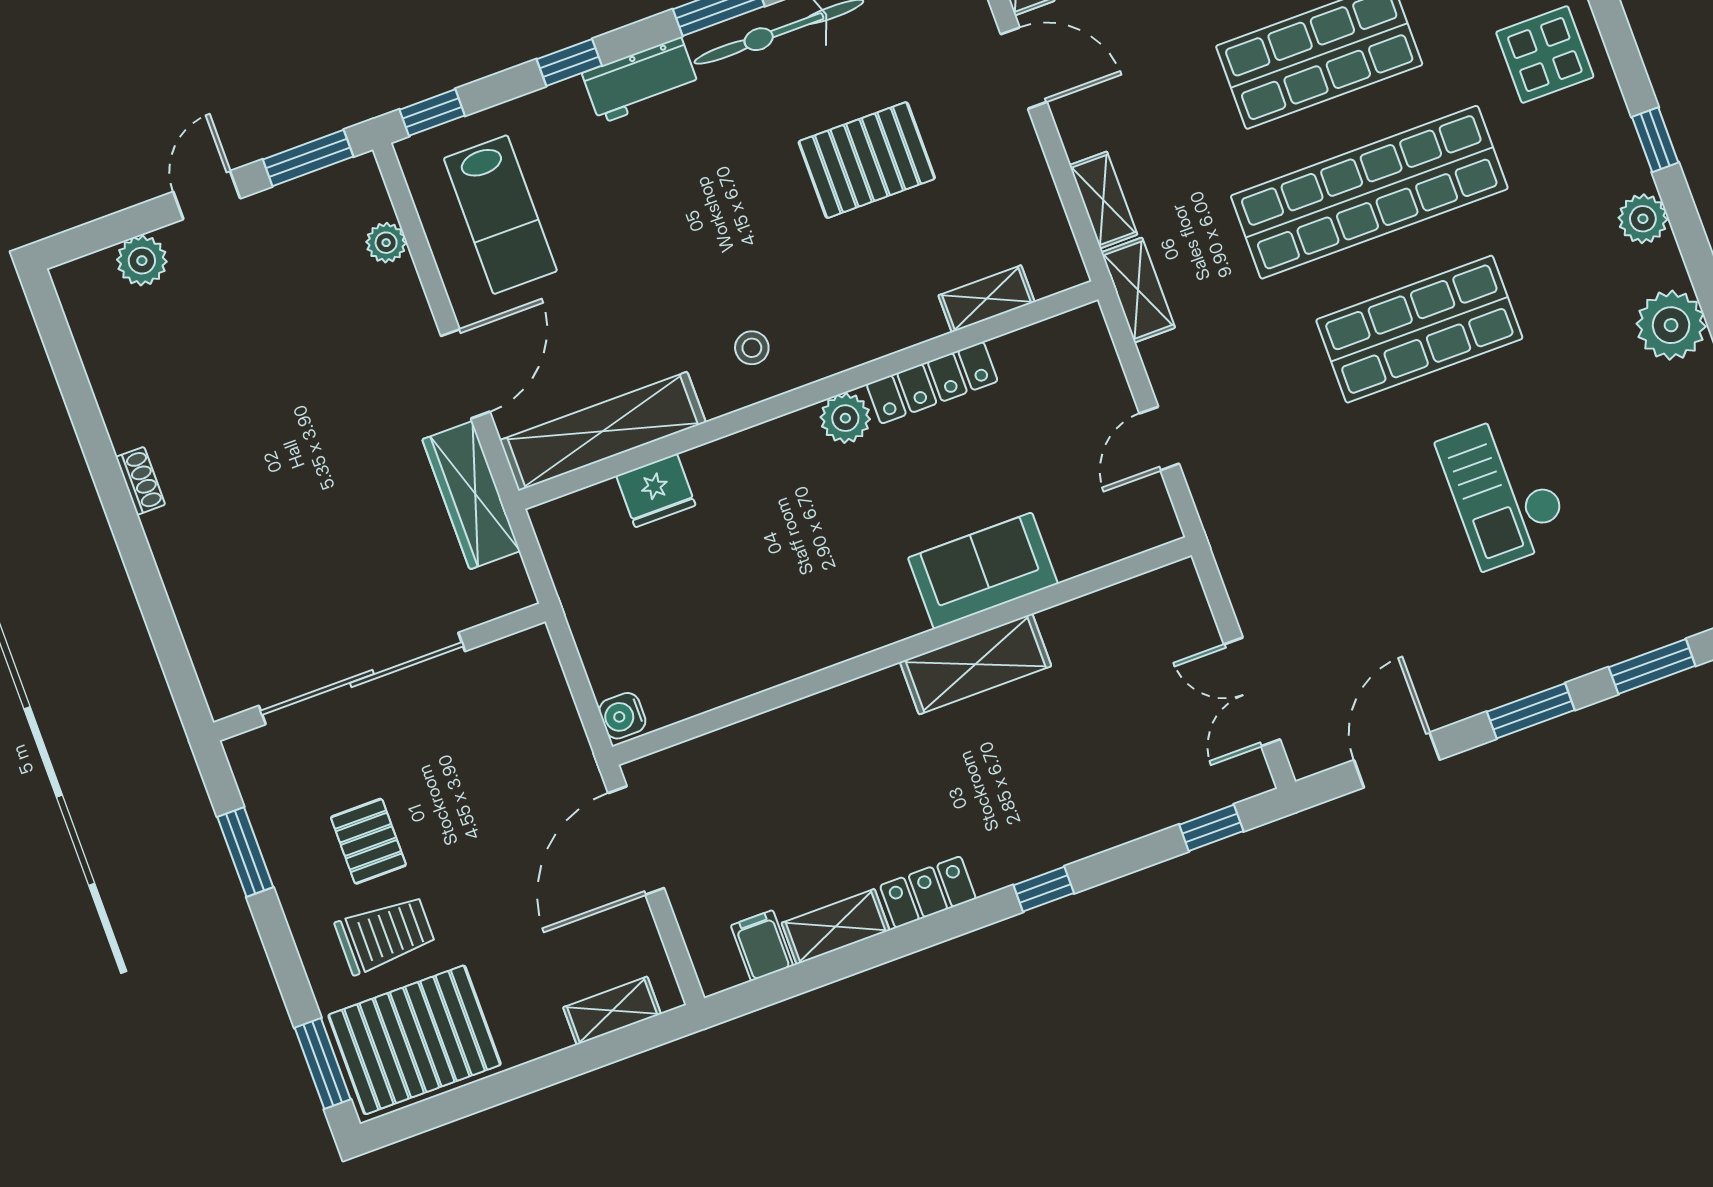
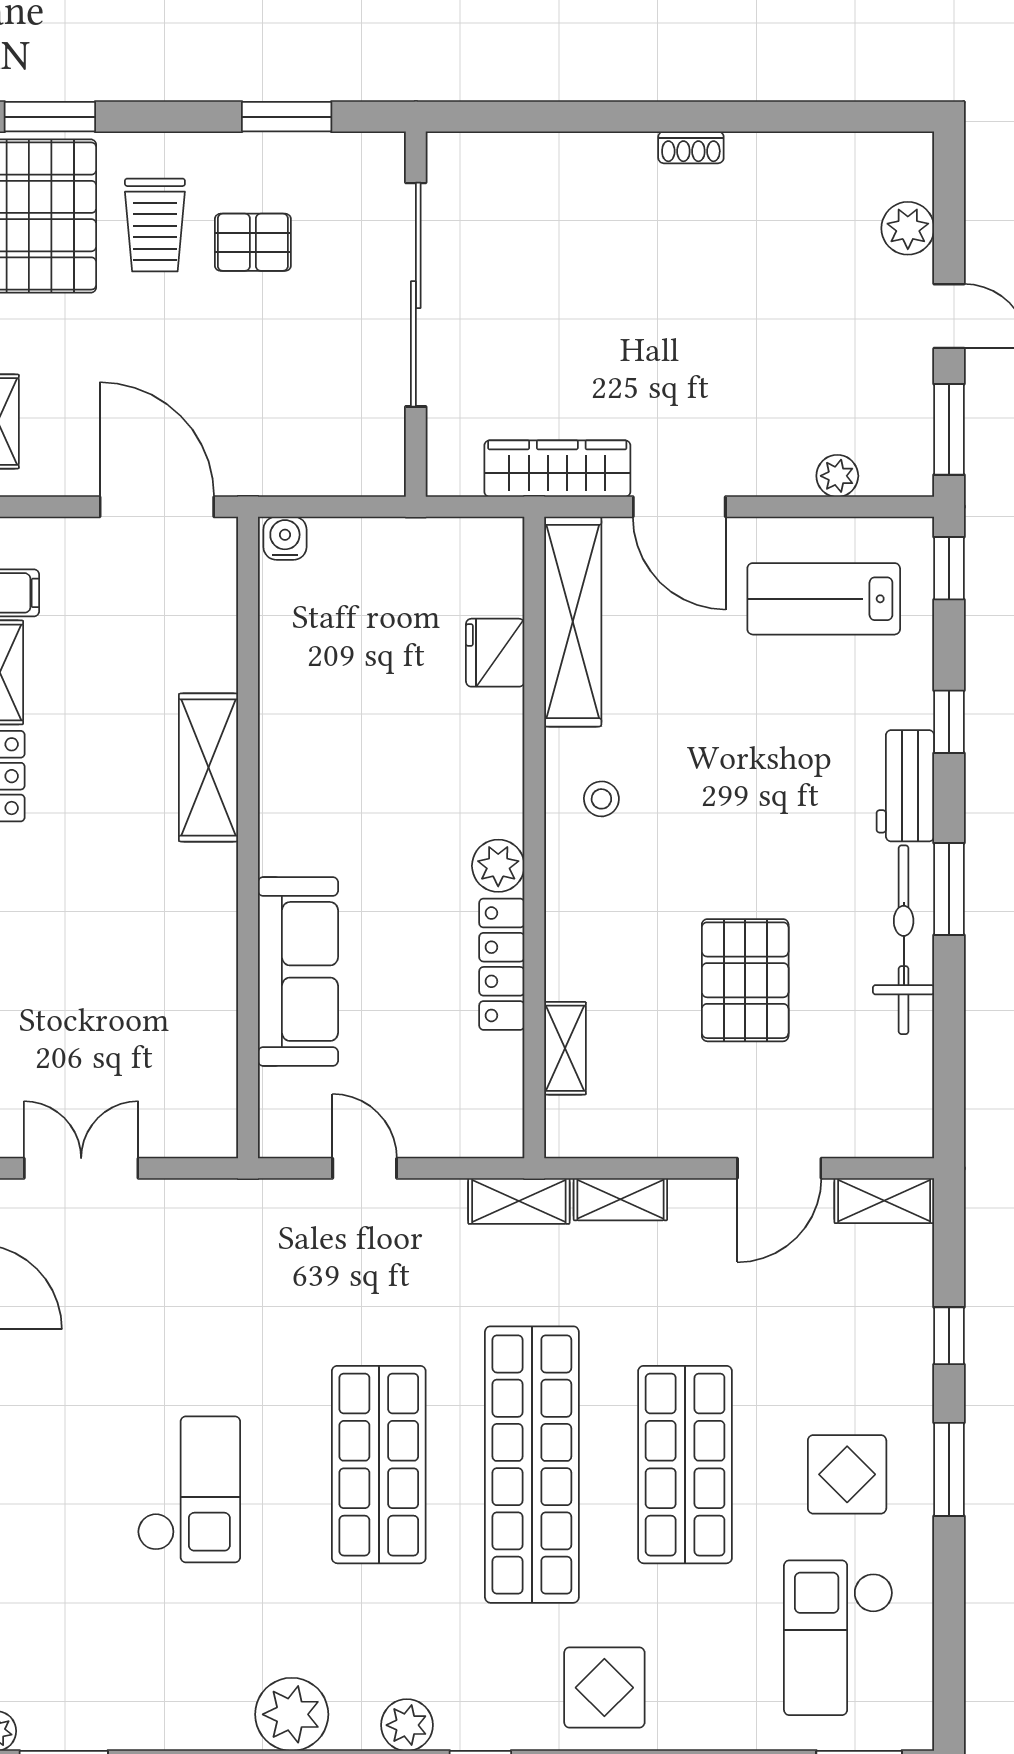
checkout: (1504, 491) -> (189, 1489), turned 90
sofa: (983, 571) -> (298, 971), width x1.36
shelving: (976, 664) -> (208, 767), moved

